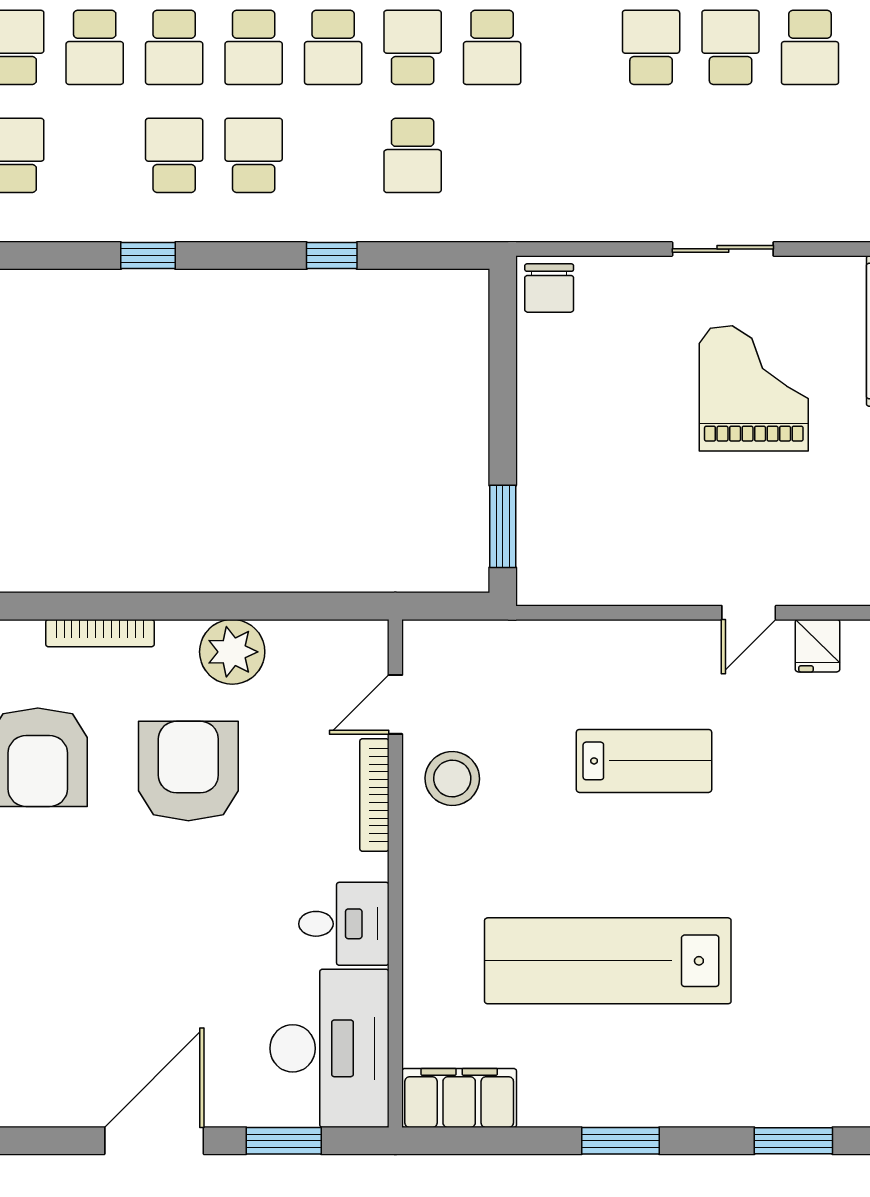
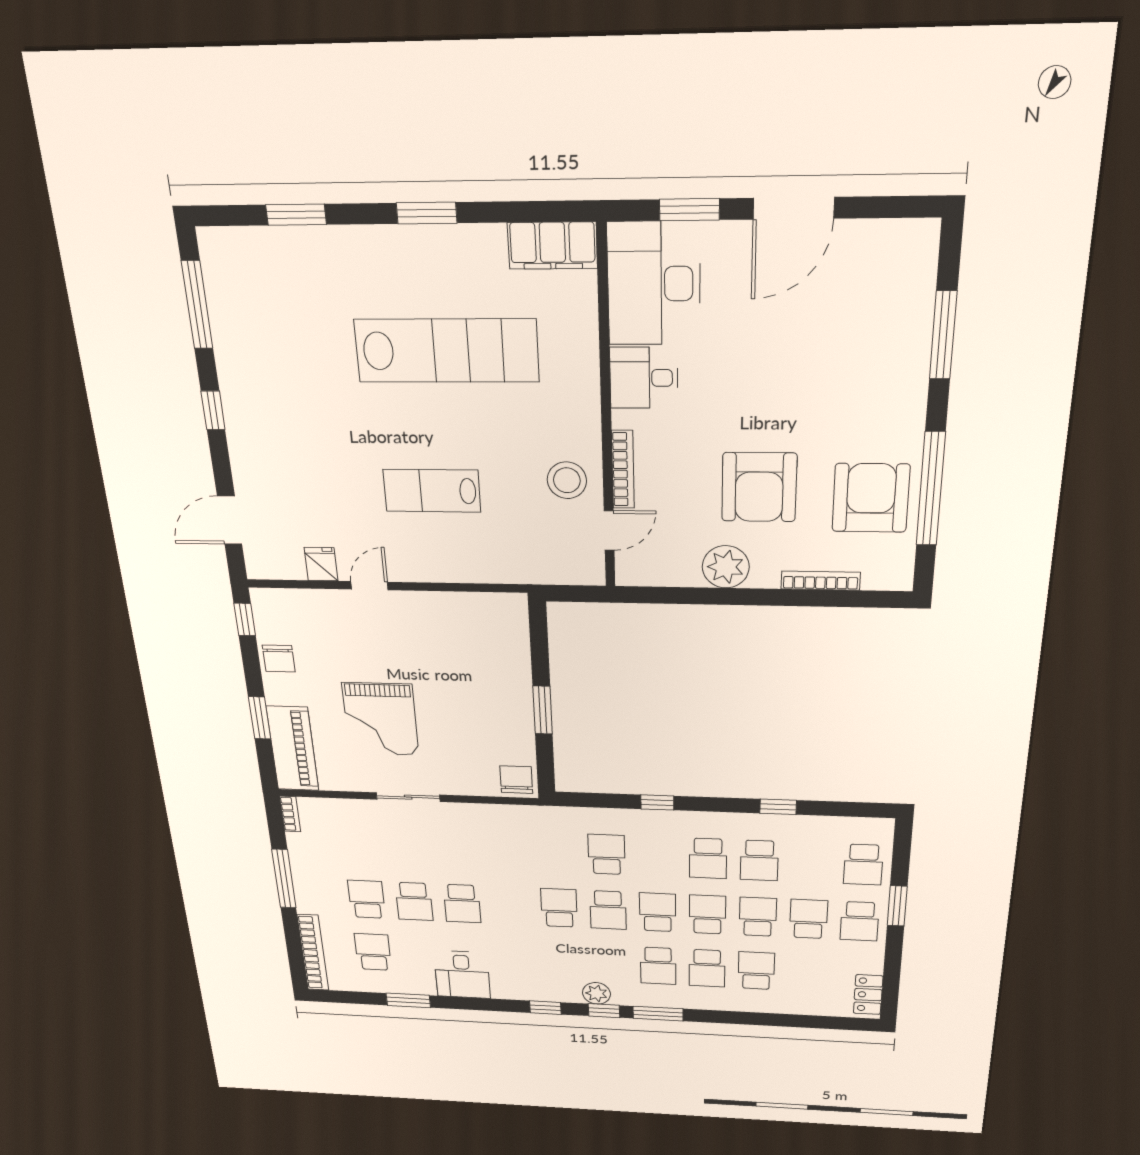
window: (503, 526) -> (542, 710), moved

